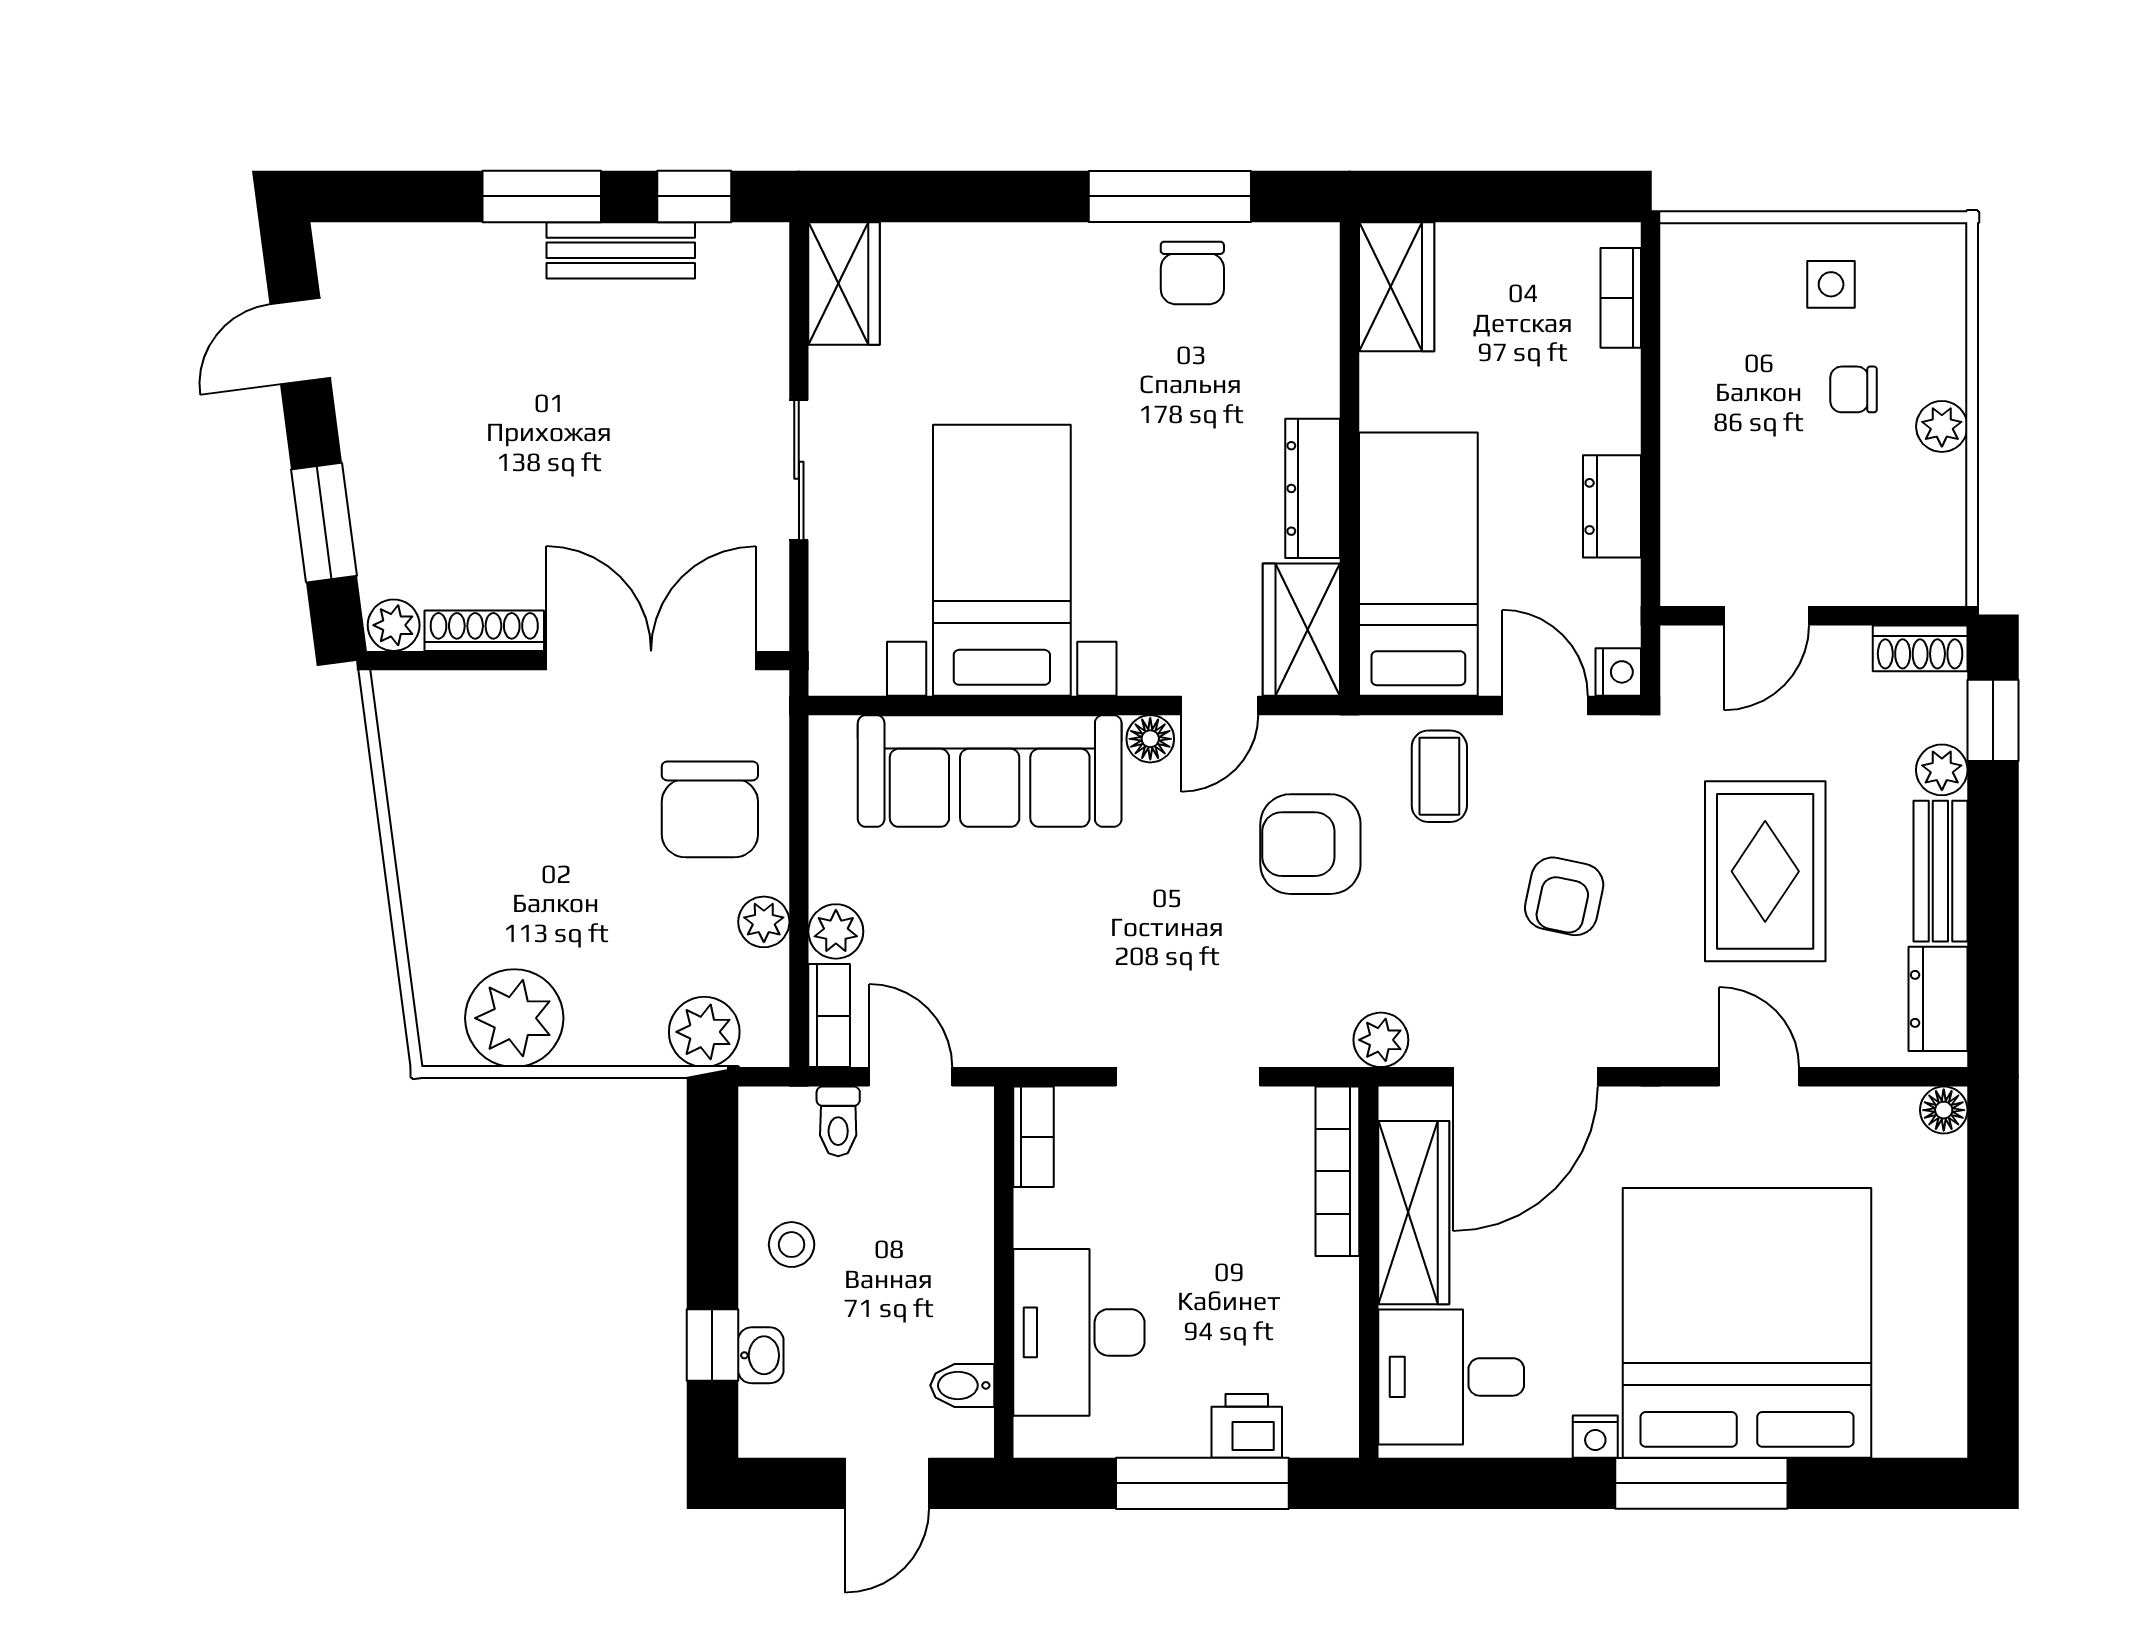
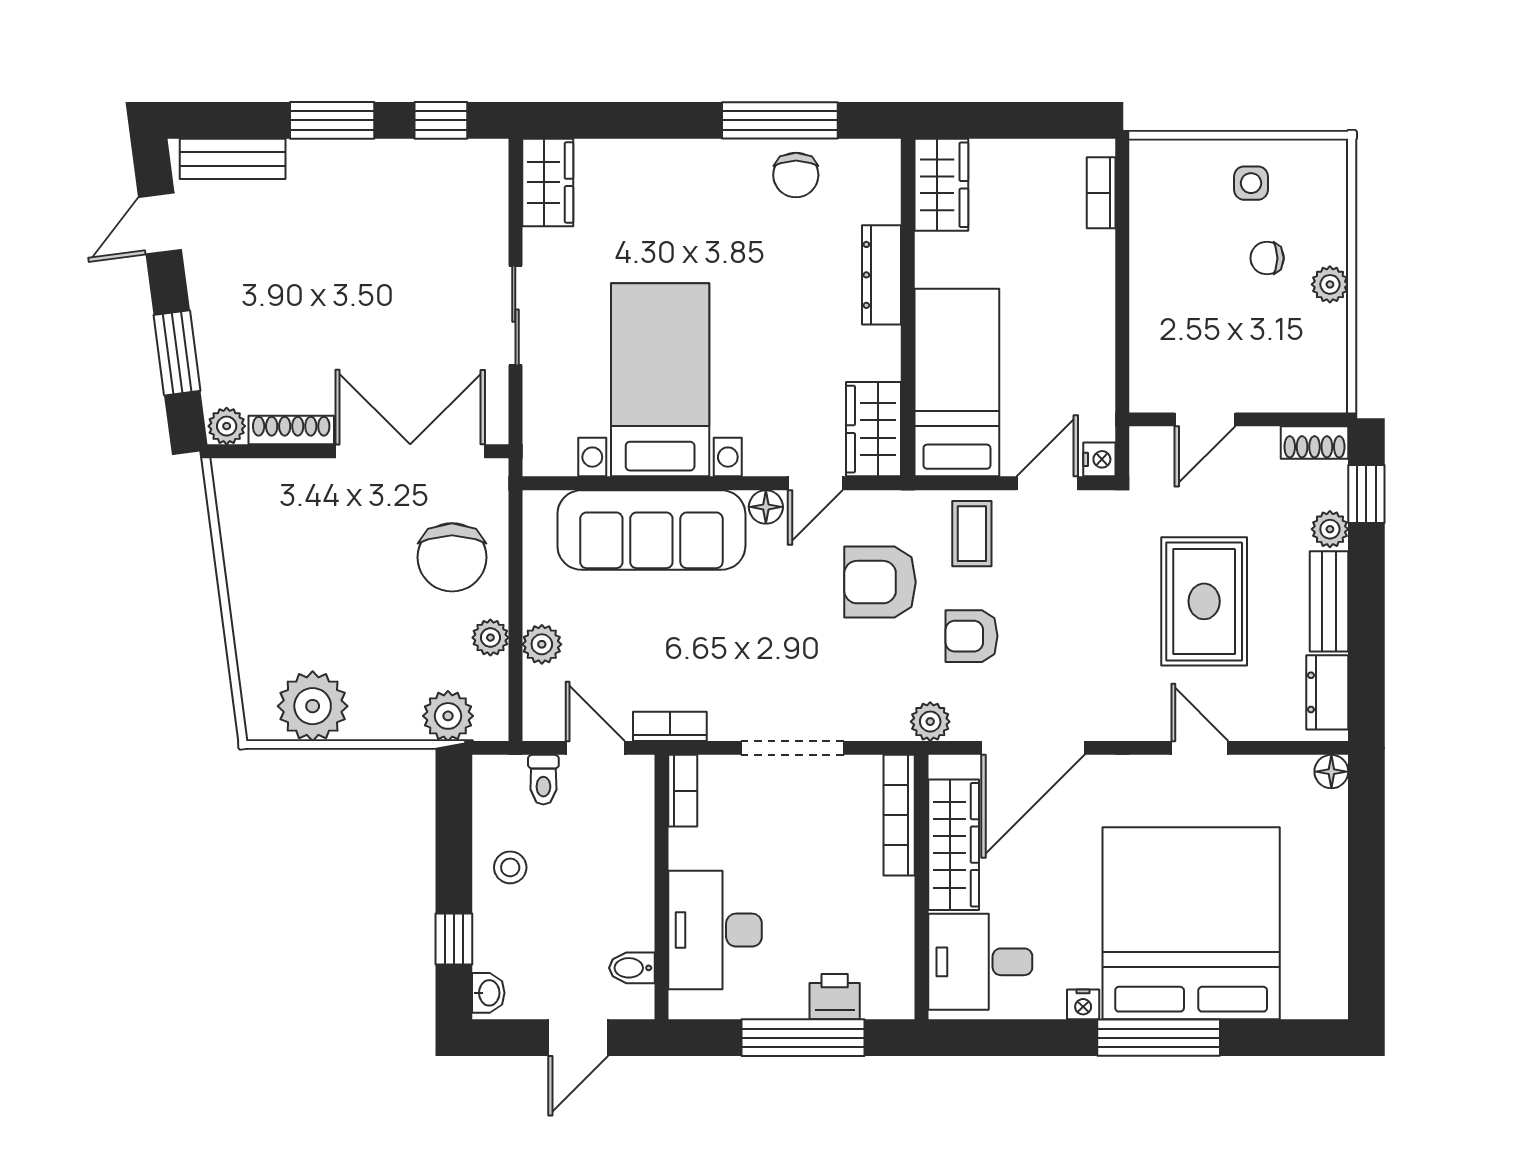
bench: (621, 250) -> (233, 159), moved
dresser: (1313, 488) -> (882, 275), moved
dresser: (1612, 506) -> (1095, 341), removed
door: (1545, 705) -> (1047, 483), hinge flipped
armchair: (1564, 896) -> (972, 636), moved, turned 78
bookcase: (829, 1016) -> (670, 726), moved, turned -90
washbasin: (761, 1355) -> (488, 993), moved

